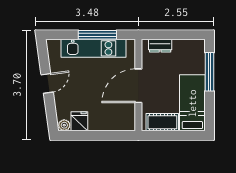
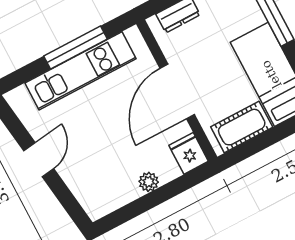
fridge: (79, 121) -> (189, 153), moved
plant: (64, 125) -> (149, 182), moved

